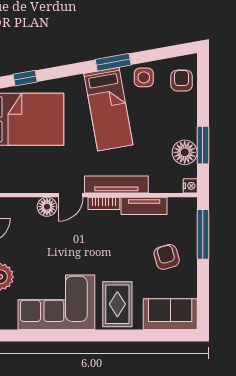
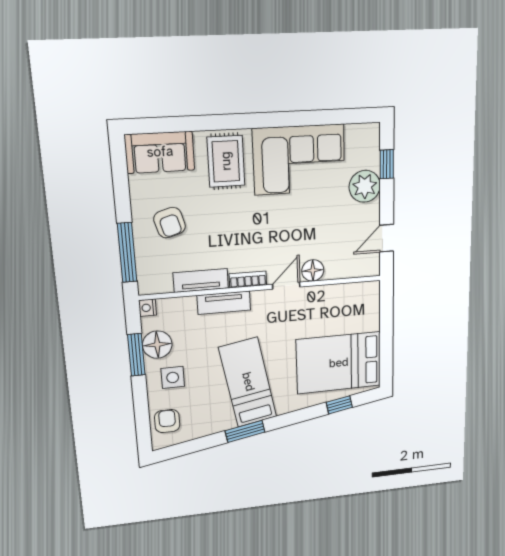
side table: (144, 77) -> (173, 377), moved
armchair: (182, 81) -> (167, 421), turned 180
tv unit: (116, 185) -> (224, 303), width x0.71

